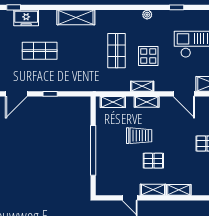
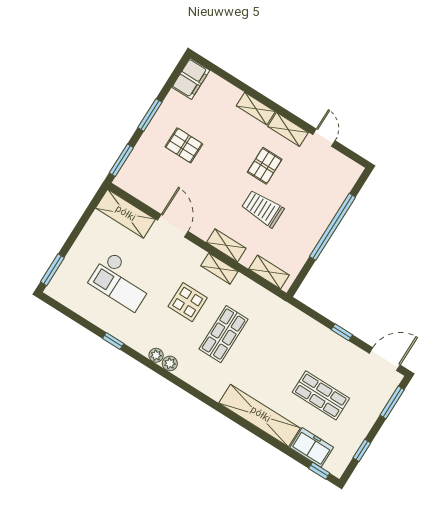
plant: (136, 15) -> (170, 363), added
shelving: (76, 17) -> (260, 415), width x1.47
pallet: (153, 161) -> (265, 166), turned 90

